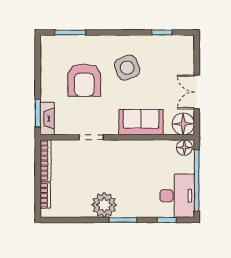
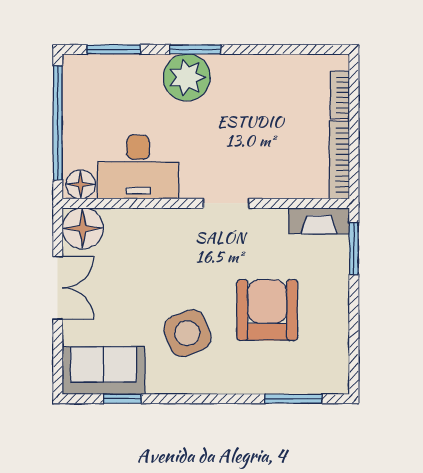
fireplace: (47, 119) -> (319, 221), moved, turned -90
sofa: (141, 122) -> (103, 370), moved, turned 180
doorway: (91, 137) -> (226, 203), moved
desk: (177, 196) -> (138, 167), moved, turned -90
plant: (104, 205) -> (187, 77), moved
window: (167, 220) -> (114, 49), width x1.50

